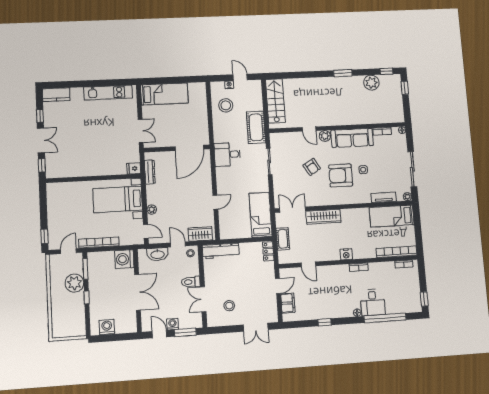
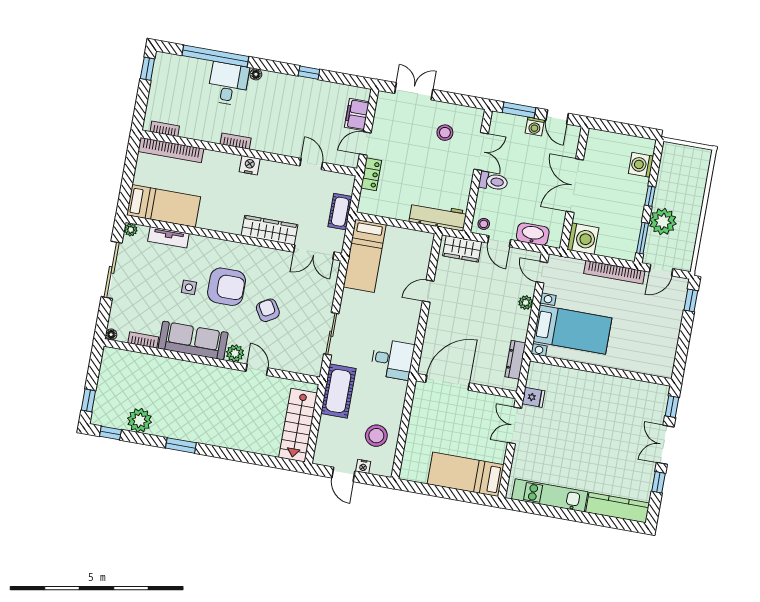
kitchen counter: (56, 95) -> (618, 508), width x1.50
fridge: (134, 168) -> (533, 397), moved
locker: (268, 251) -> (371, 174), moved
washing machine: (107, 327) -> (641, 165), moved, turned 90

